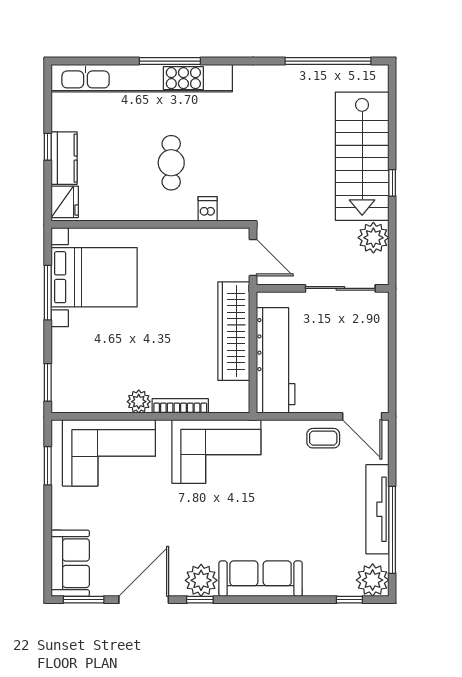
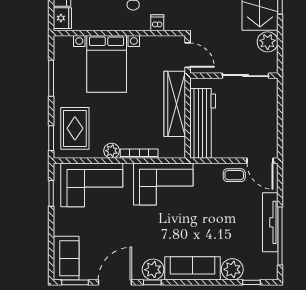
bed with nightstands: (94, 277) -> (107, 64), moved, turned 90
rug: (84, 368) -> (75, 128), added
plant: (373, 580) -> (232, 269), moved

